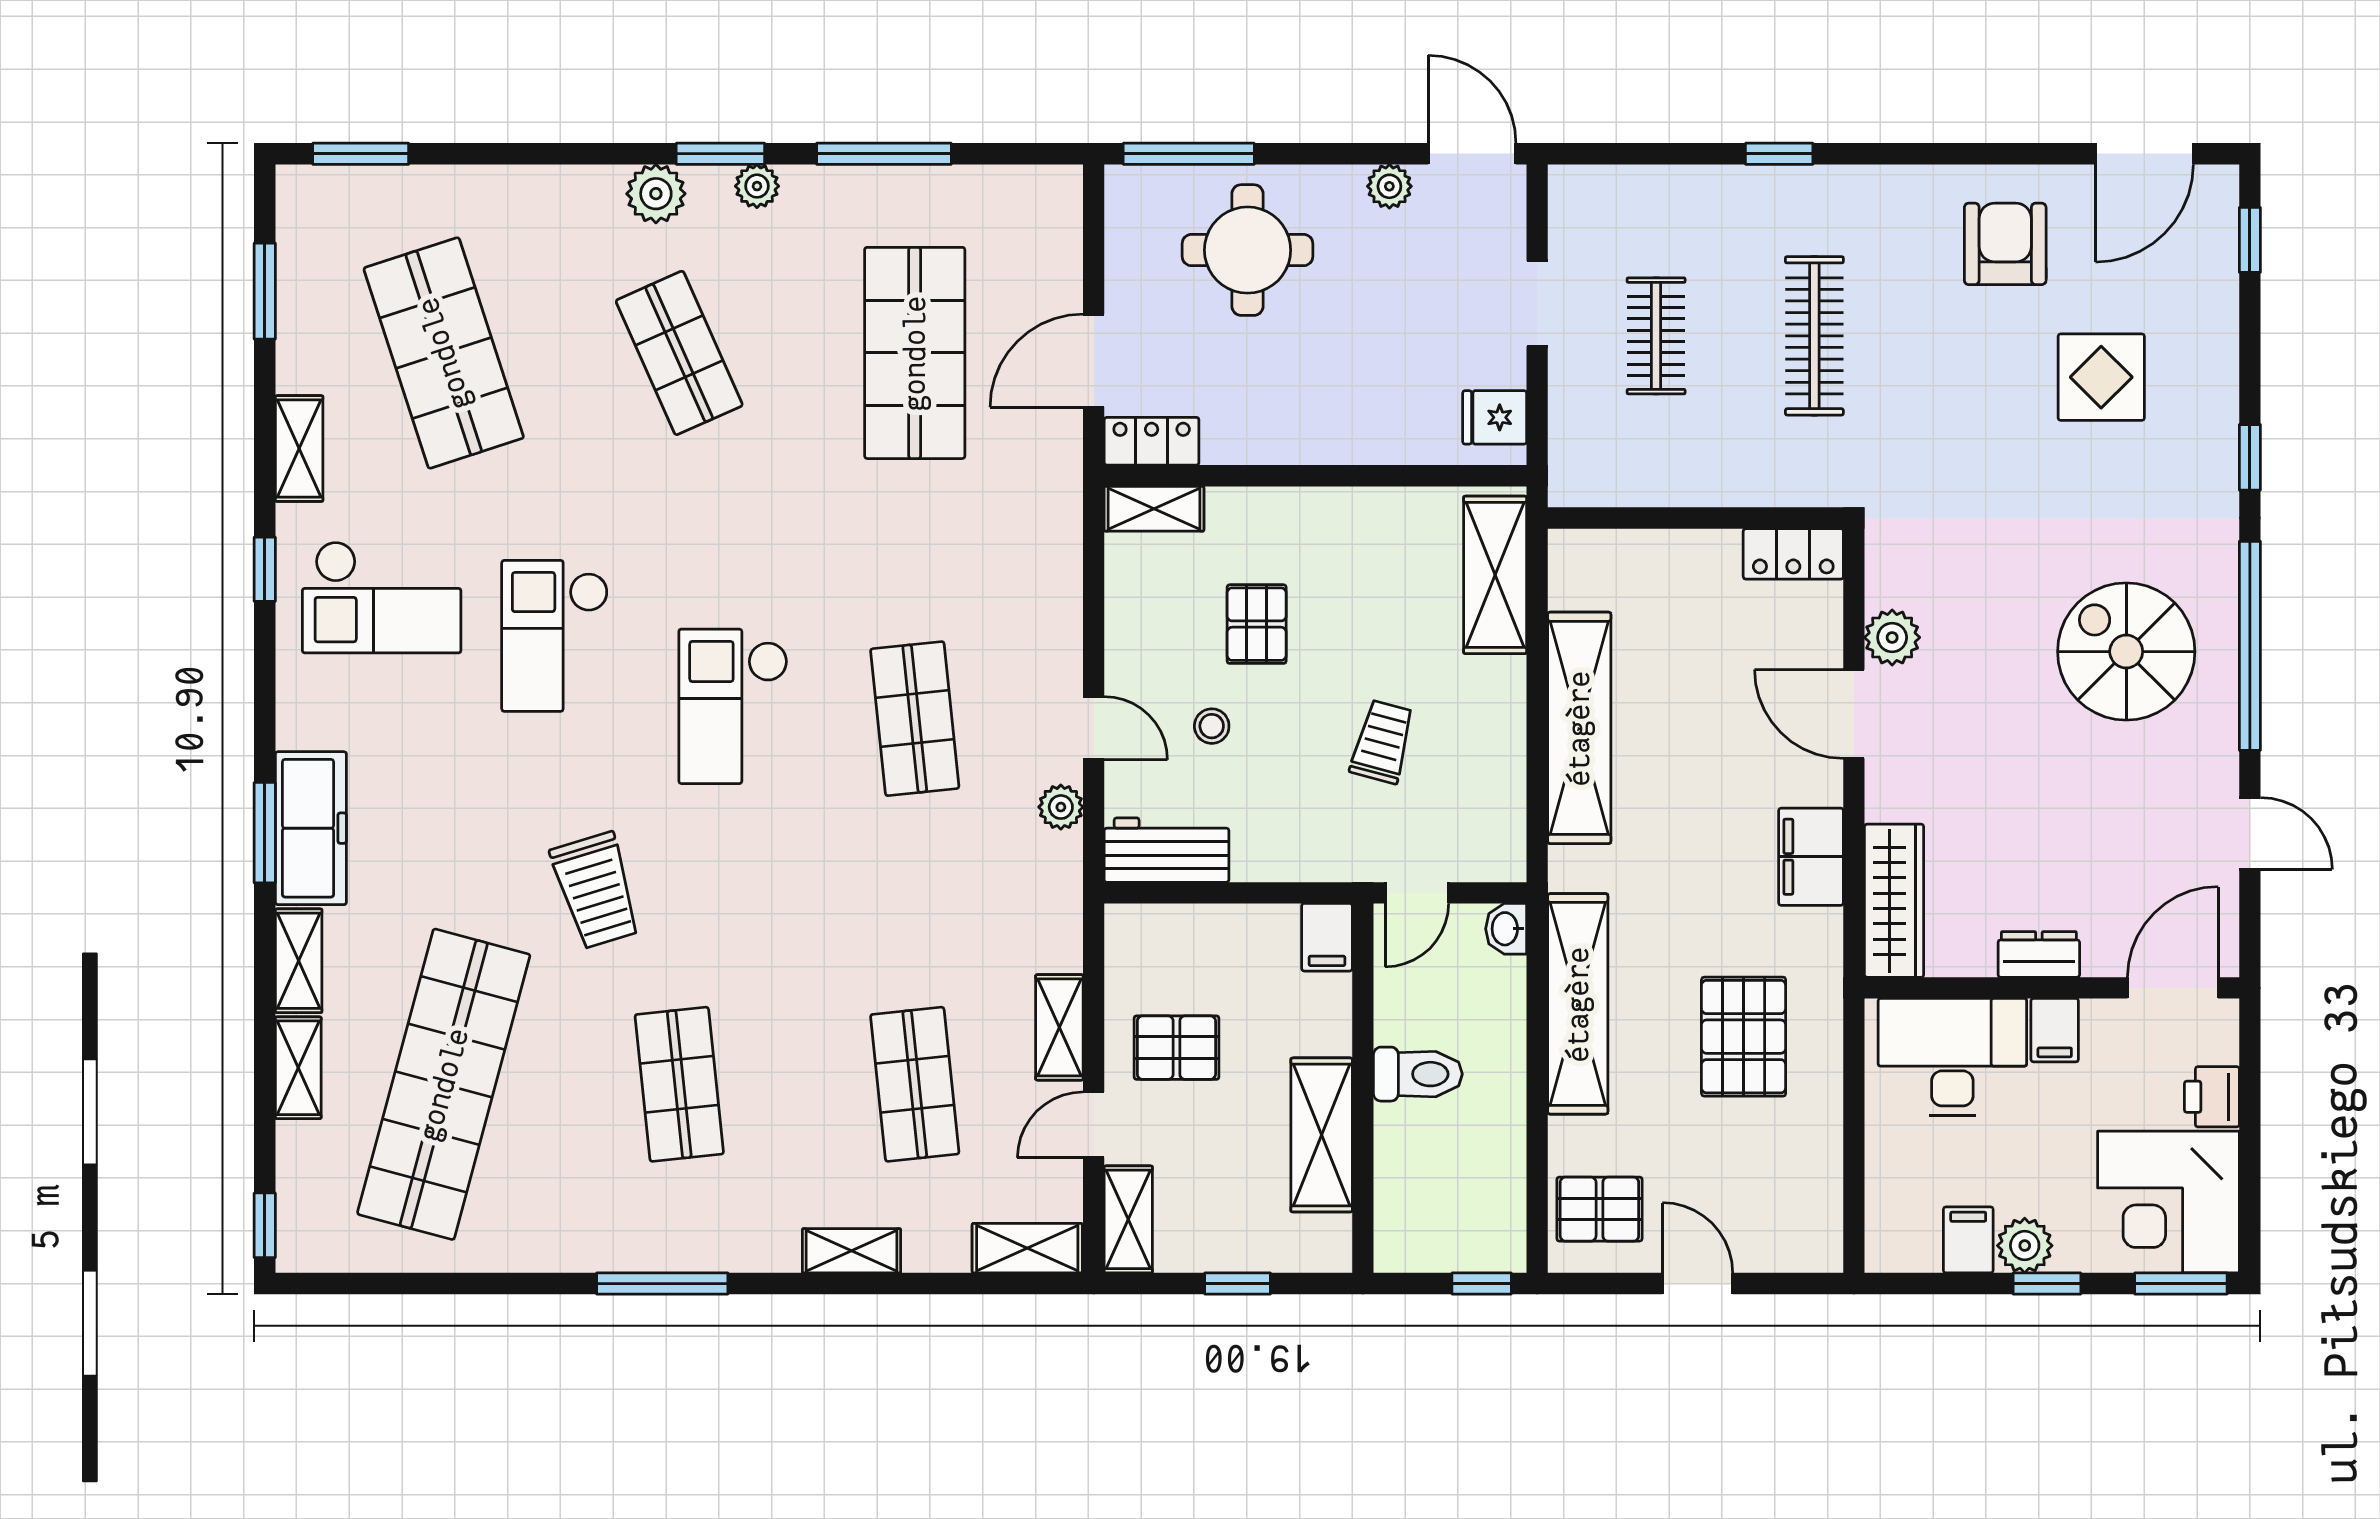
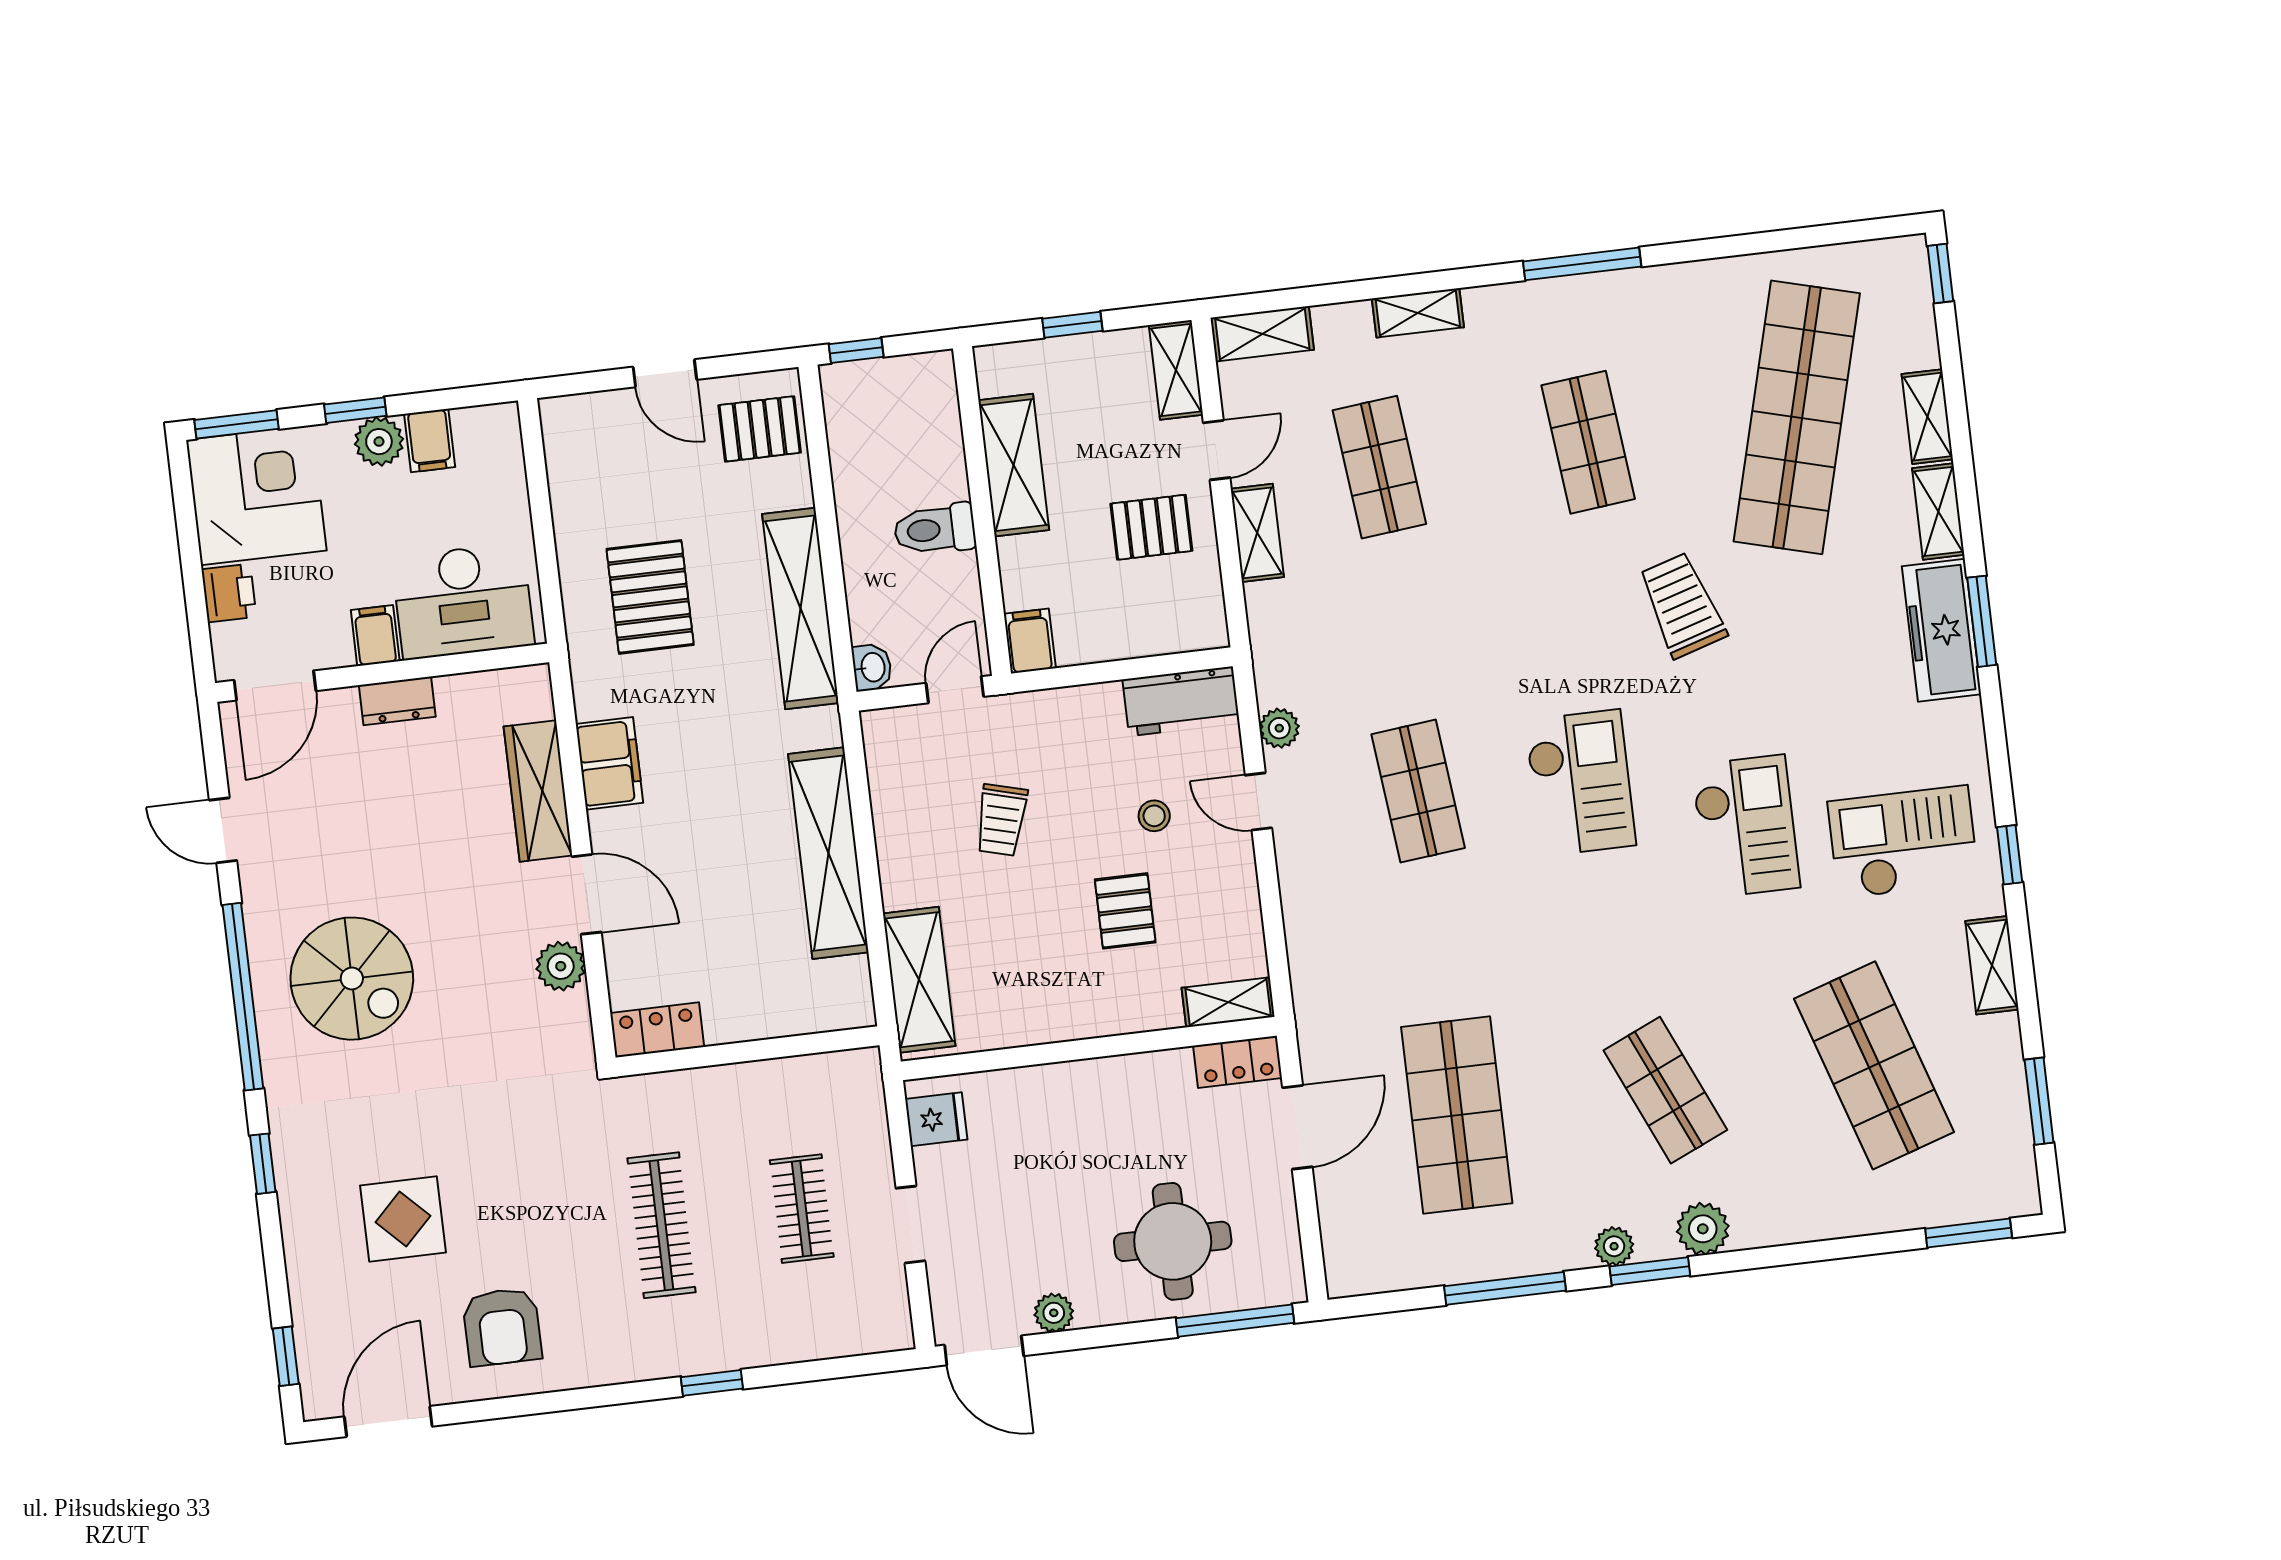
wardrobe: (1894, 901) -> (538, 791), moved

